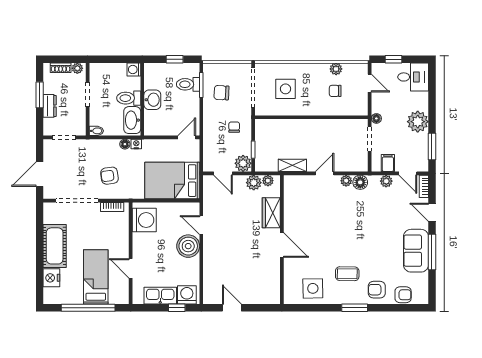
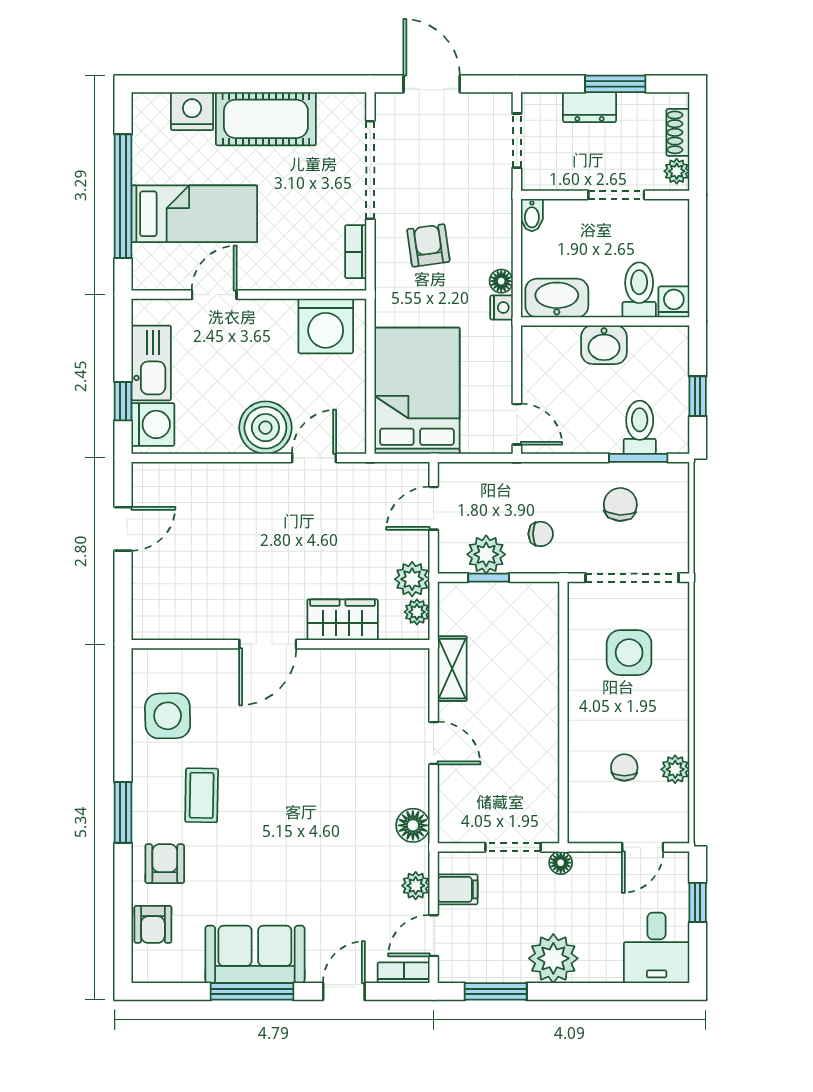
toilet: (129, 98) -> (639, 290), moved
plant: (243, 163) -> (486, 554), moved
plant: (346, 181) -> (417, 793), removed

